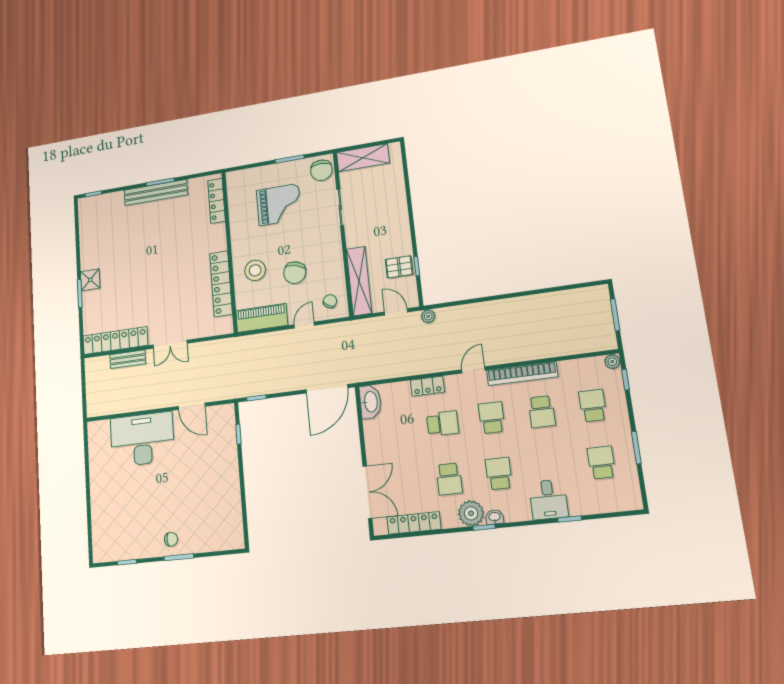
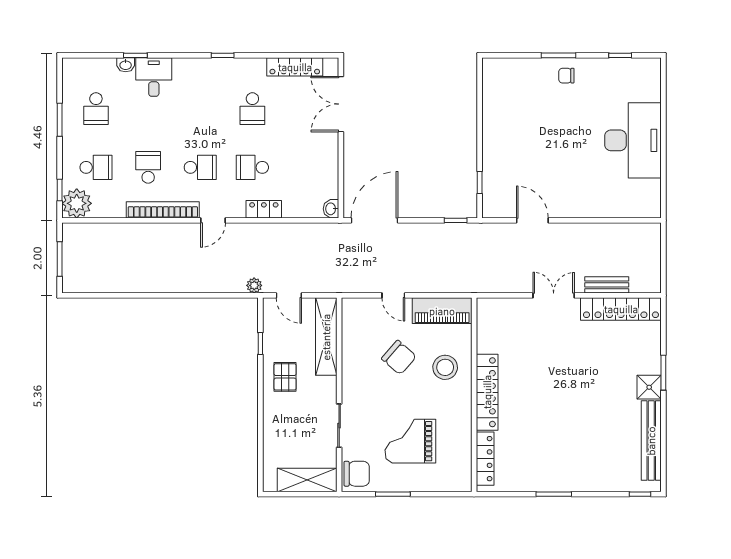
chair: (321, 170) -> (357, 474), turned 90
bench: (156, 192) -> (651, 441), moved, turned 90
pallet: (399, 267) -> (285, 377), moved, turned 90
chair: (295, 273) -> (399, 357), turned 115
locker: (221, 284) -> (487, 392), moved
chair: (330, 301) -> (362, 318), removed
door: (304, 325) -> (393, 295), hinge flipped
plant: (612, 362) -> (77, 203), width x1.87, depth x1.87
washbasin: (370, 402) -> (331, 209), width x0.52, depth x0.69
school desk: (593, 406) -> (96, 167), turned -90
school desk: (492, 418) -> (200, 167), turned -90
desk: (142, 439) -> (633, 140), moved, turned -90
school desk: (499, 474) -> (200, 109), removed
school desk: (449, 479) -> (252, 109), turned 180
plant: (471, 513) -> (234, 71), removed
washbasin: (494, 517) -> (126, 65), moved

